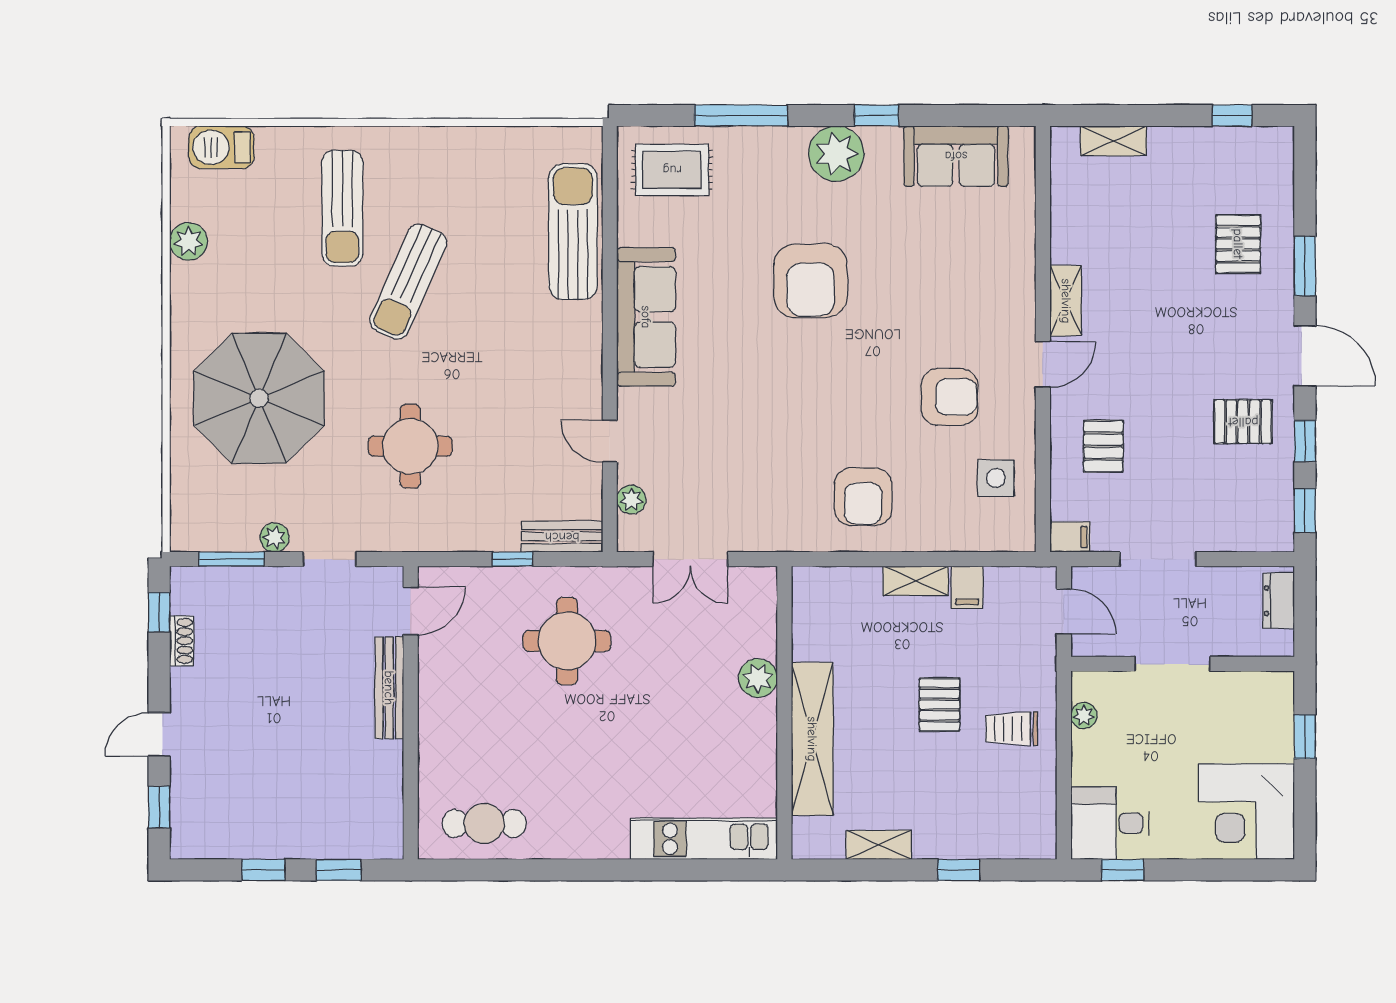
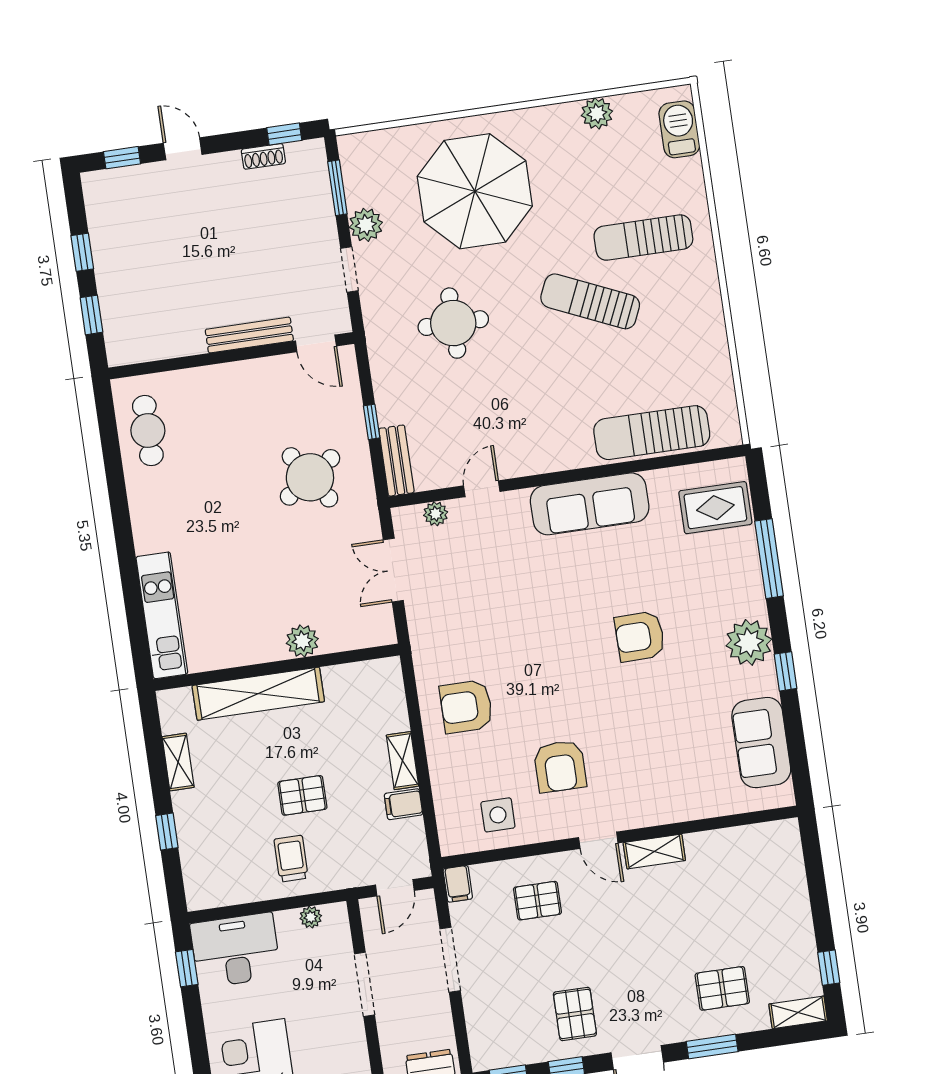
shelving: (1114, 141) -> (798, 1012), moved, turned 90
rug: (672, 170) -> (715, 508), turned 90
sun lounger: (573, 232) -> (652, 433), turned 180
armchair: (810, 281) -> (640, 636), width x0.73, depth x0.73
plant: (274, 537) -> (366, 225), width x1.38, depth x1.38
round table: (567, 641) -> (310, 477), turned -34
desk: (1110, 823) -> (235, 950), width x1.37

